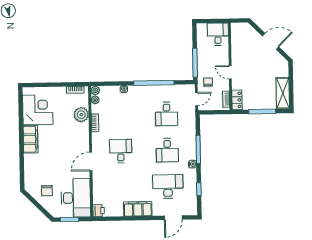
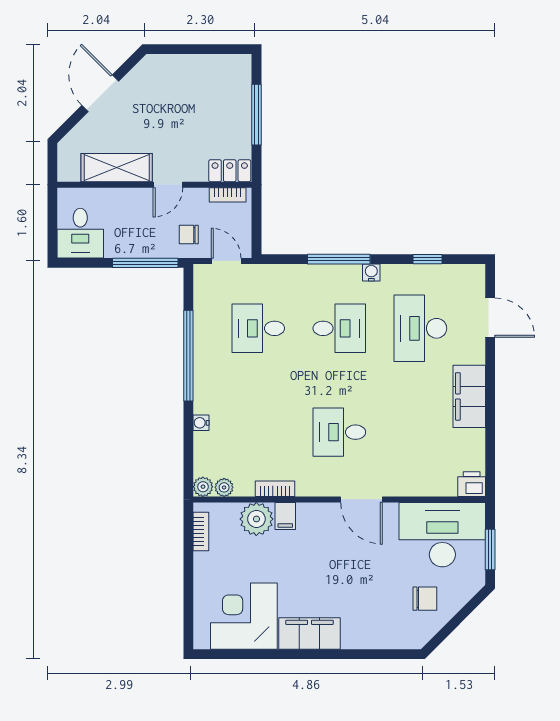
desk: (218, 34) -> (80, 233), moved, turned -90
shelving: (283, 93) -> (117, 168), moved
desk: (167, 114) -> (258, 328), turned 180
filing cabinet: (83, 127) -> (285, 516), added

